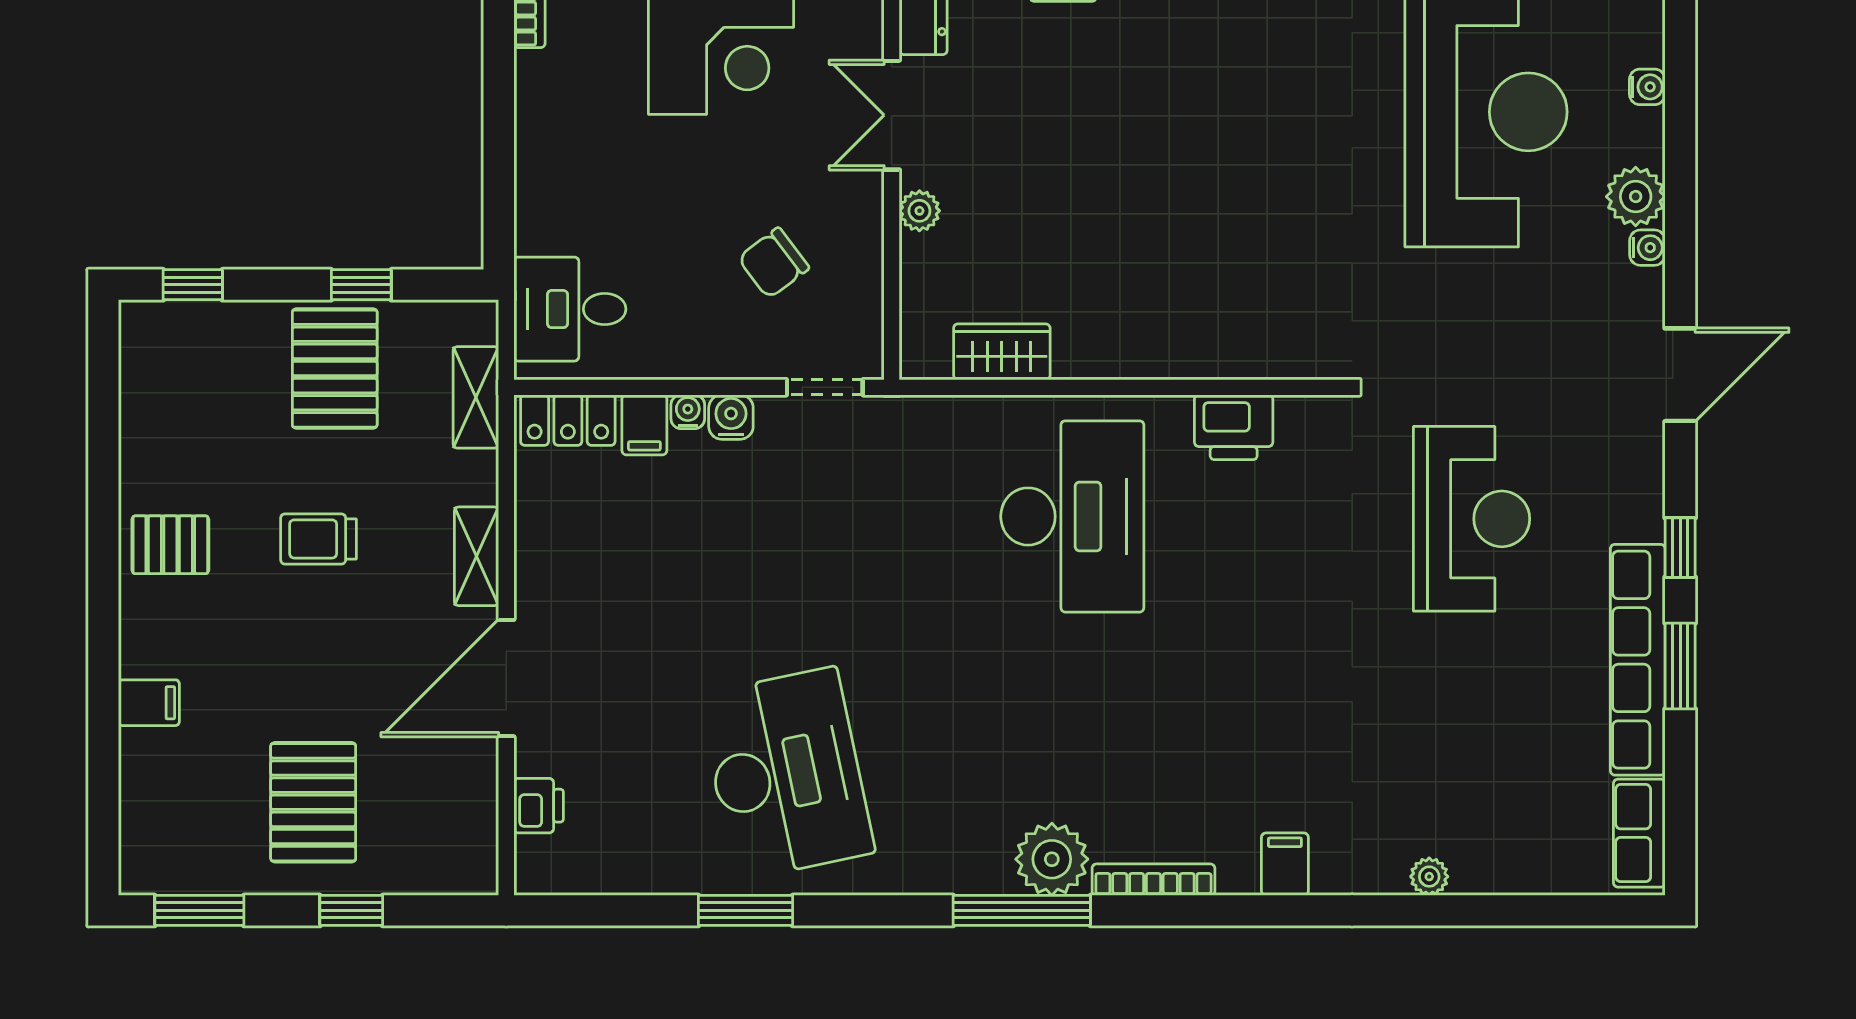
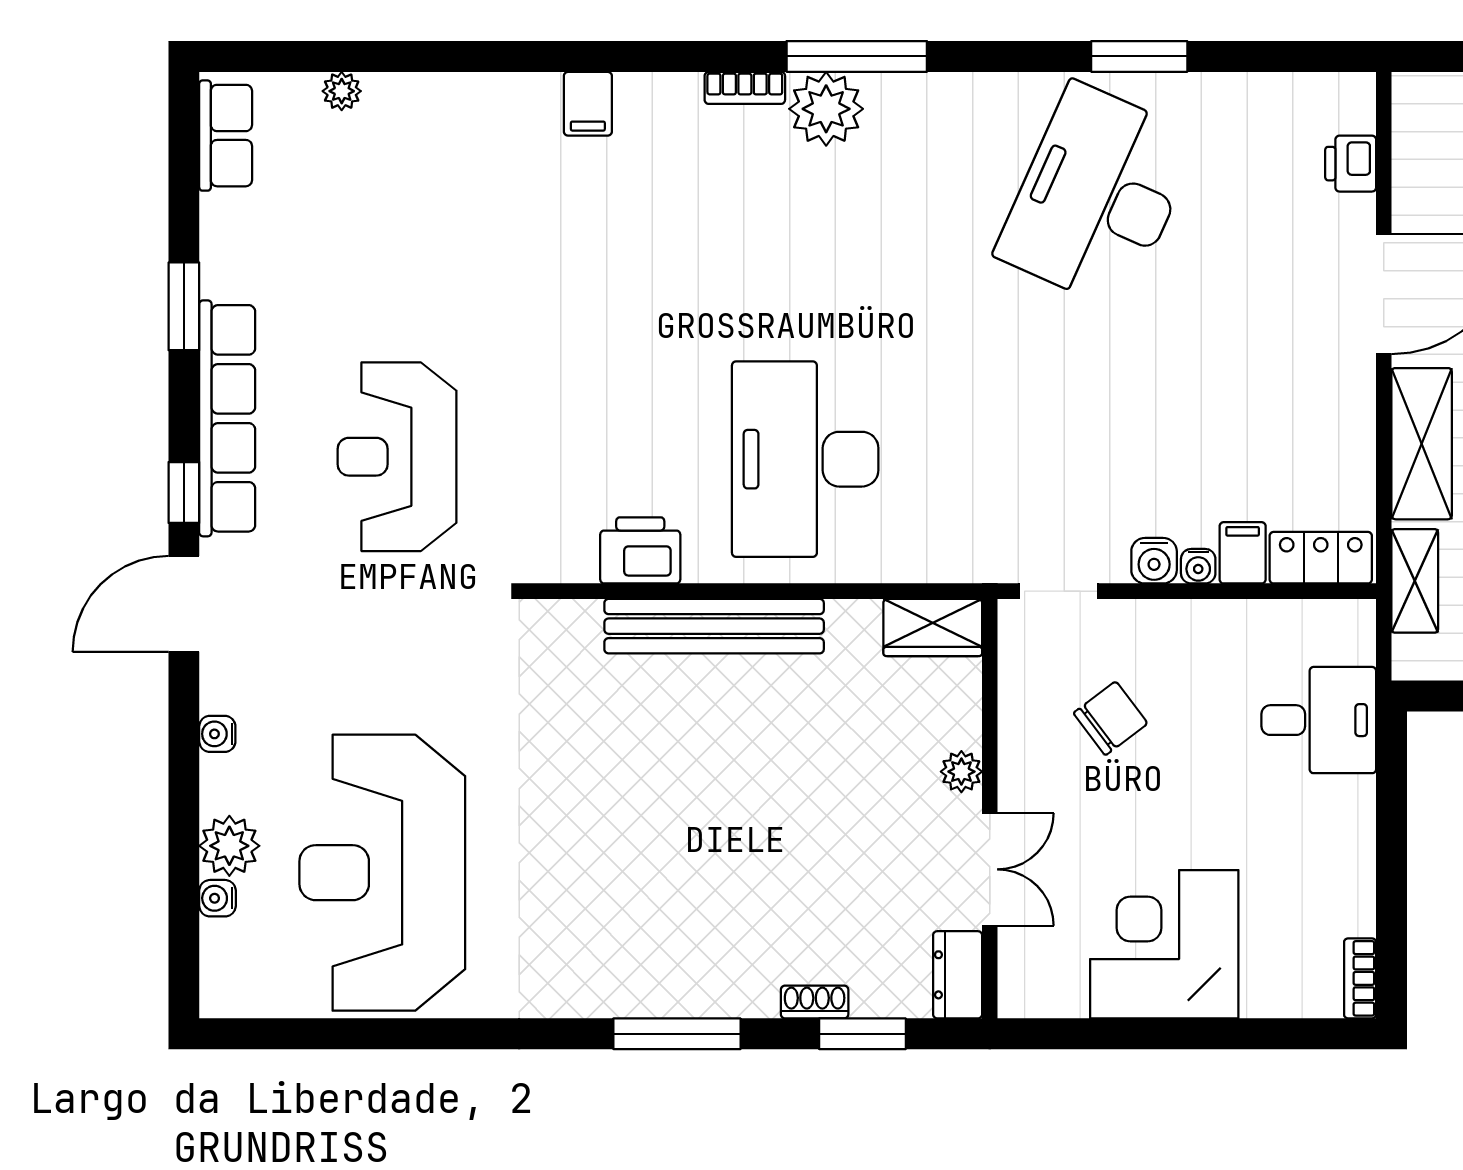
plant: (1636, 197) -> (229, 846), moved
desk: (570, 309) -> (1319, 720), moved
wardrobe: (1002, 352) -> (933, 627), moved
bench: (1161, 353) -> (714, 626), added
window: (1680, 548) -> (184, 493), moved
shelving: (477, 556) -> (1422, 444), width x1.50, depth x1.33
row of seats: (1638, 660) -> (227, 418), moved
desk: (786, 774) -> (1098, 196), turned 36
plant: (1429, 877) -> (342, 91), moved
bookcase: (1153, 880) -> (745, 88), width x0.64

